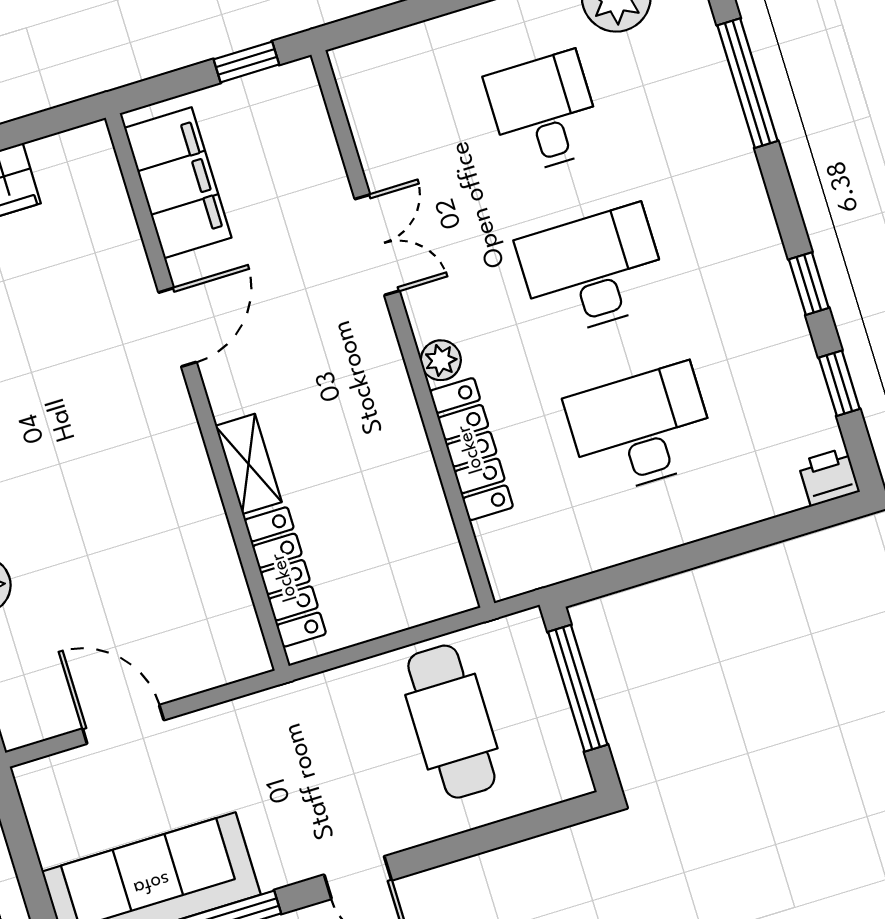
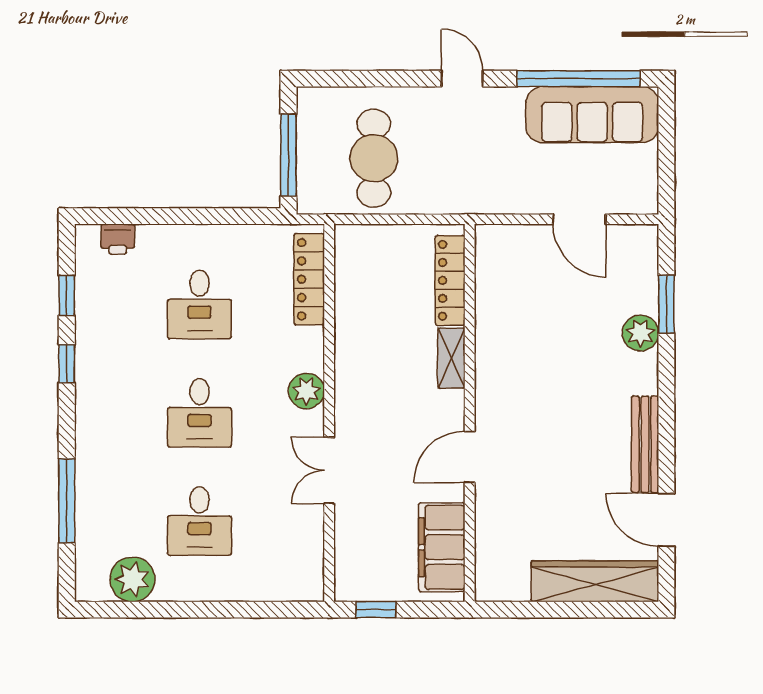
desk: (593, 271) -> (199, 413), width x0.73
plant: (441, 360) -> (306, 391), width x1.38, depth x1.38
desk: (641, 429) -> (199, 305), width x0.73
locker: (471, 449) -> (309, 279), moved
printer: (829, 477) -> (118, 239), moved

